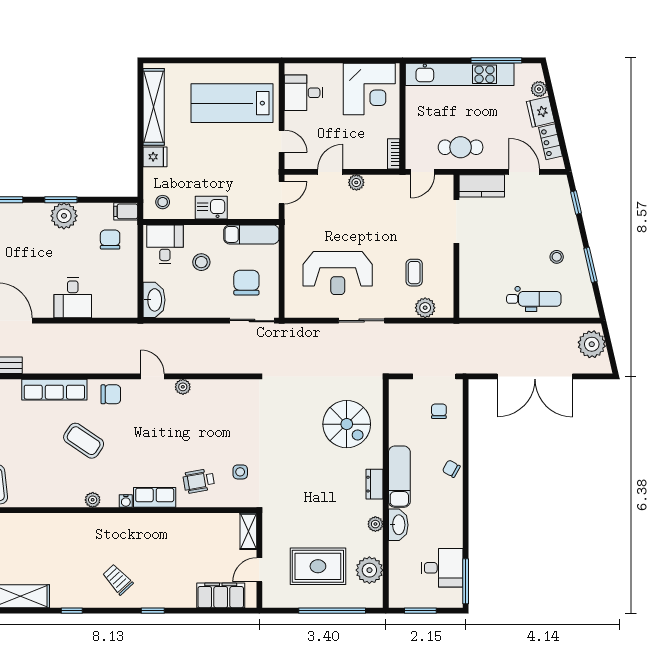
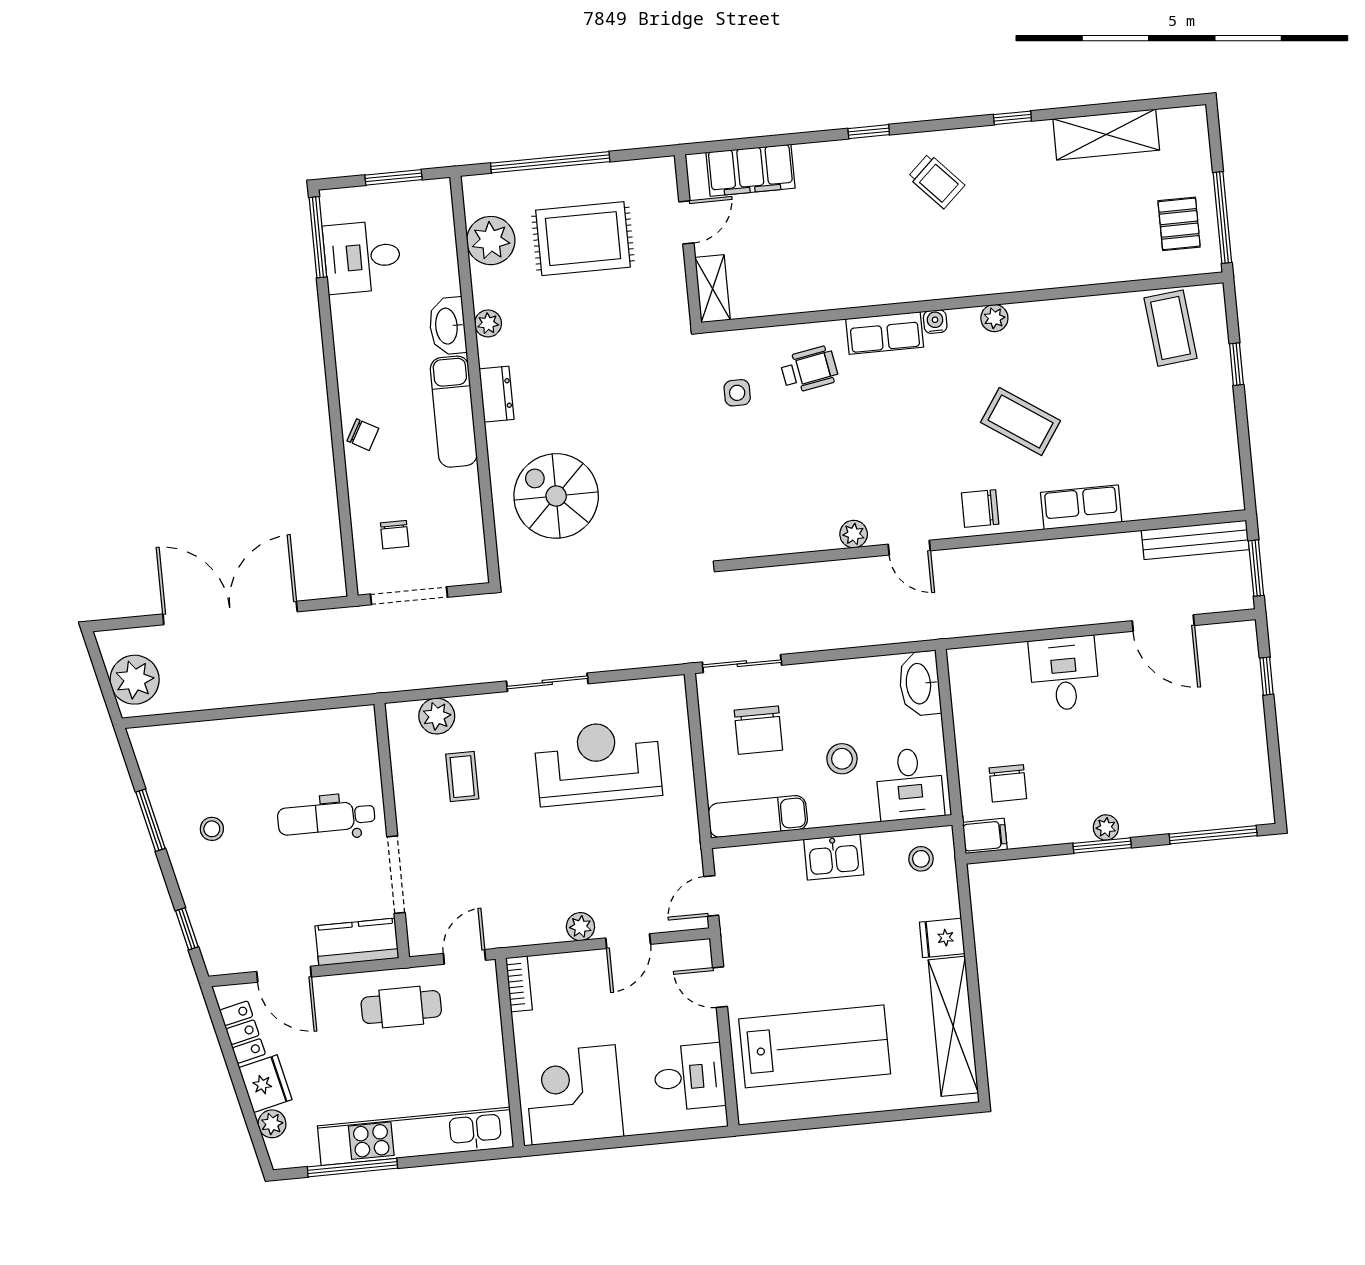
plant: (64, 216) -> (1106, 827), width x0.53, depth x0.53
dental chair: (534, 299) -> (326, 818), moved
row of seats: (54, 390) -> (1081, 507), width x0.68

